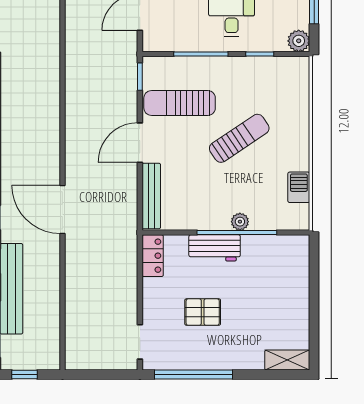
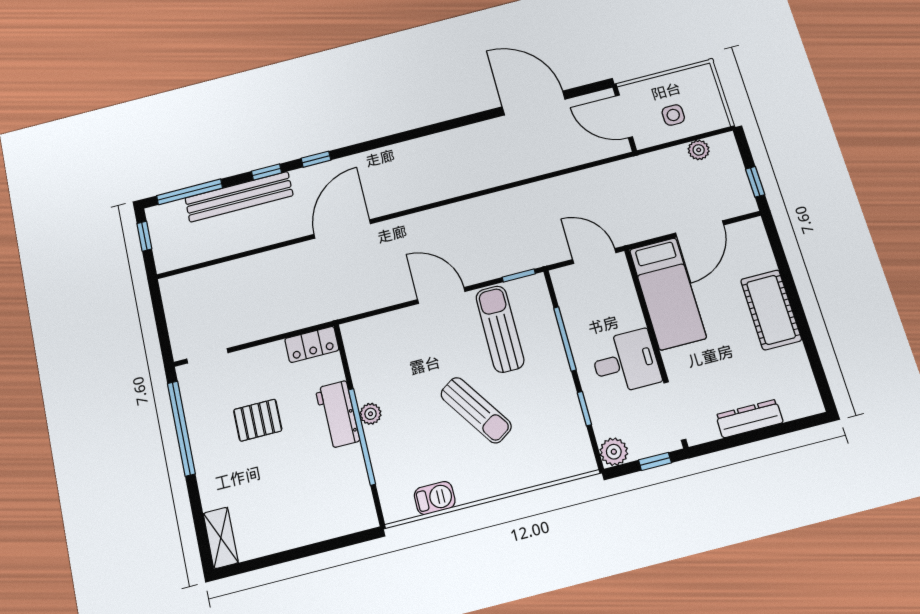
bench: (151, 196) -> (382, 325), removed
plant: (240, 222) -> (371, 414), moved
pallet: (203, 312) -> (258, 420), turned 90

